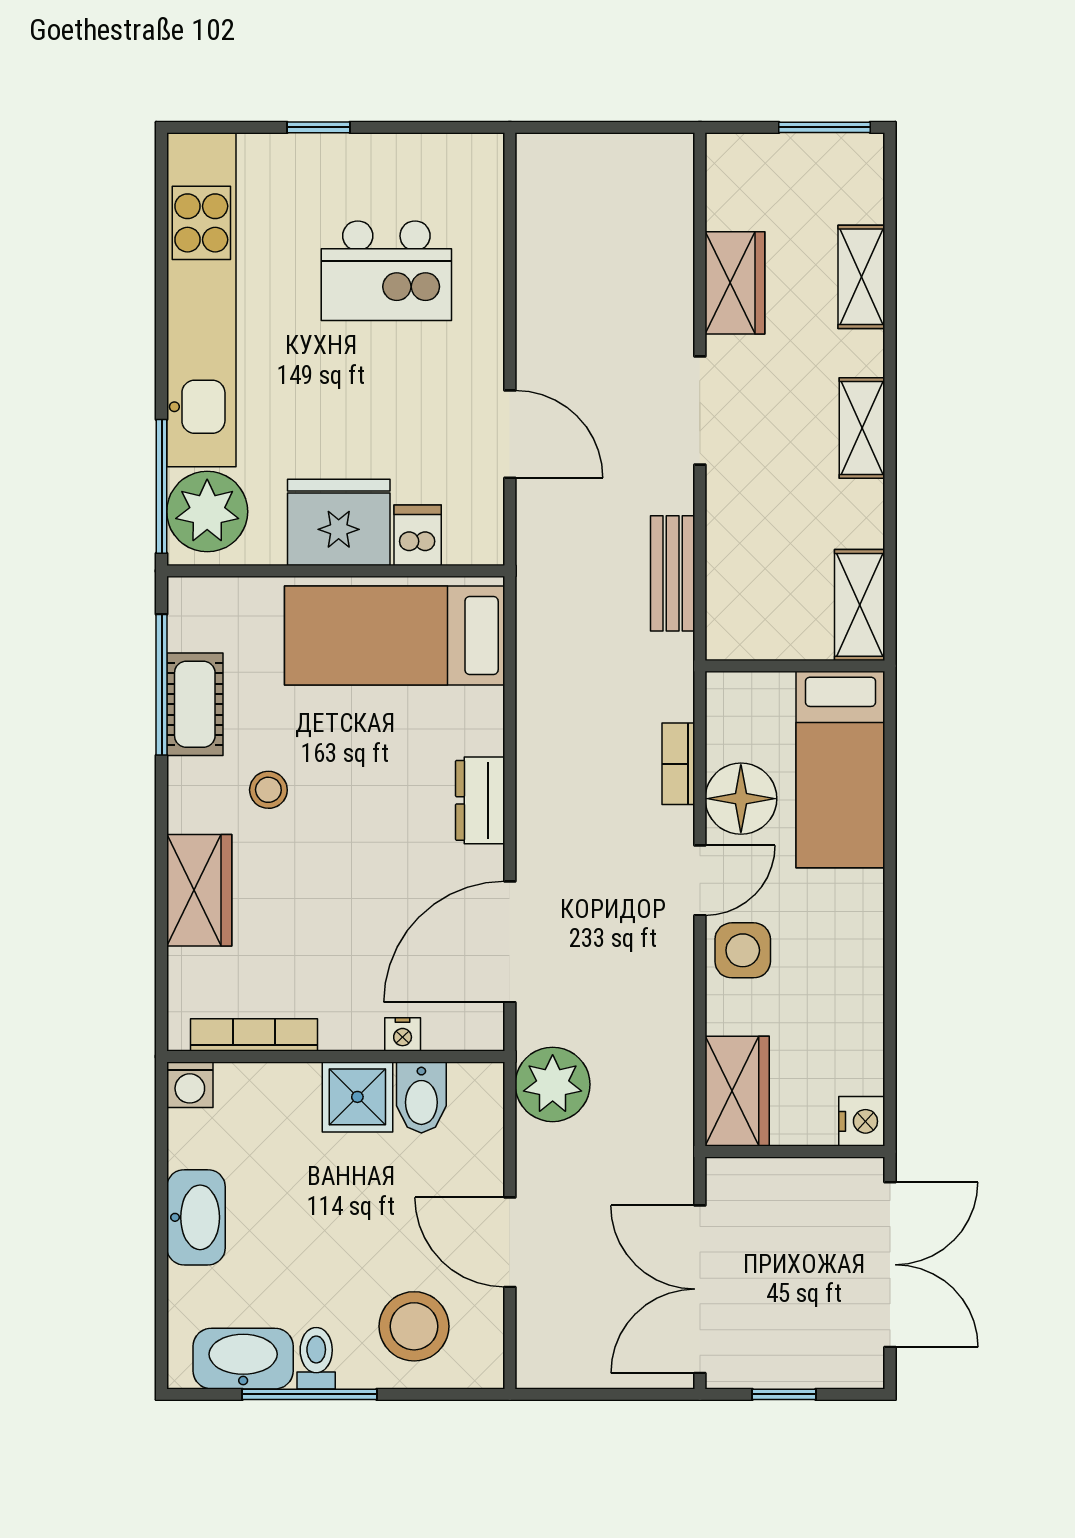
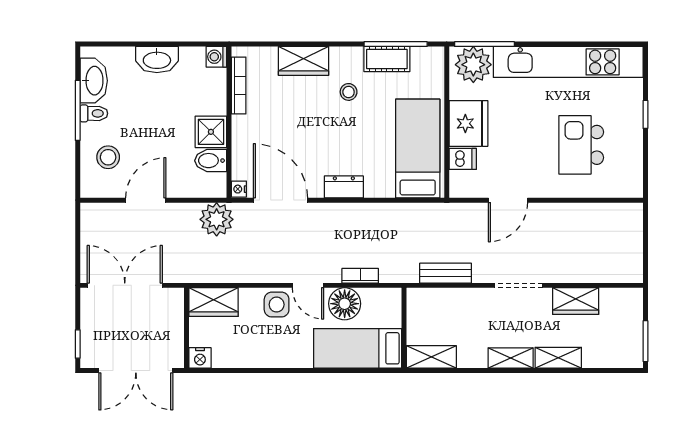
shelving: (861, 277) -> (558, 358), moved
nightstand: (403, 1034) -> (239, 189), moved
stool: (414, 1326) -> (108, 157), width x0.73, depth x0.73
window: (784, 1394) -> (78, 344), moved

